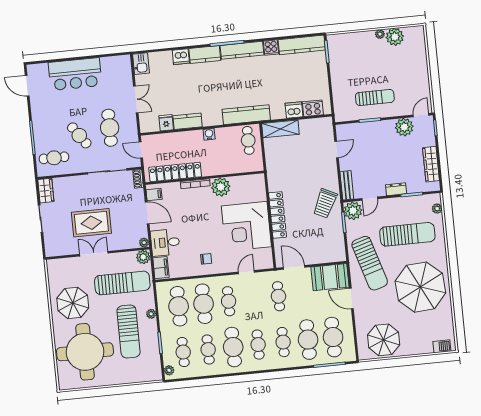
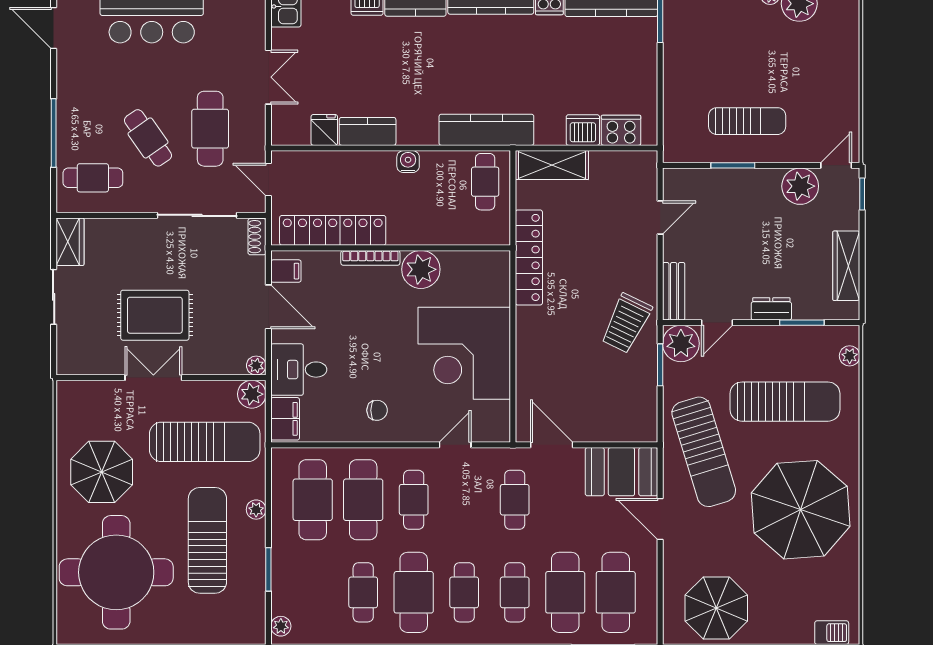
locker: (277, 215) -> (529, 257), moved
sun lounger: (129, 332) -> (207, 540), turned 180
cafe table: (183, 352) -> (313, 592), removed

